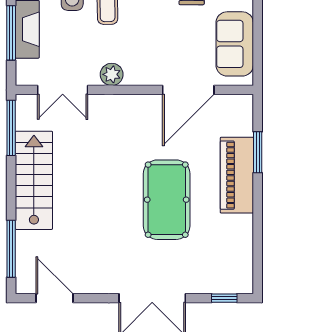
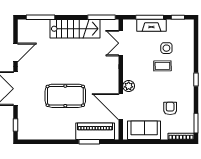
plant: (112, 74) -> (129, 86), moved
piano: (237, 175) -> (95, 131), moved
door: (54, 298) -> (15, 53), moved

